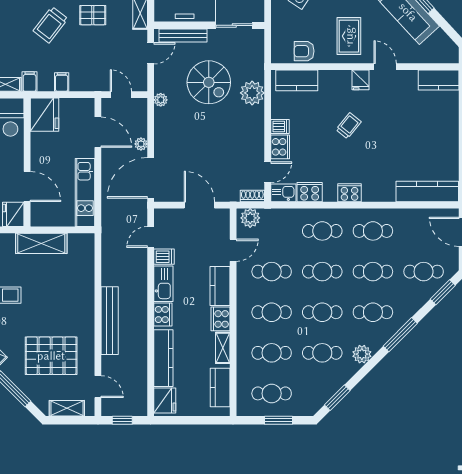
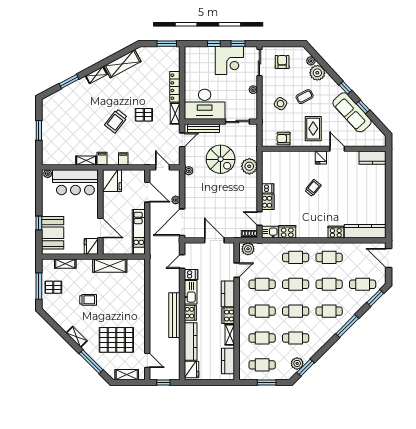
kitchen counter: (297, 80) -> (279, 158), removed
door: (268, 172) -> (259, 219), swing flipped
cooker: (350, 193) -> (336, 232), moved
bench: (110, 321) -> (174, 315), moved
plant: (362, 354) -> (297, 363), moved

